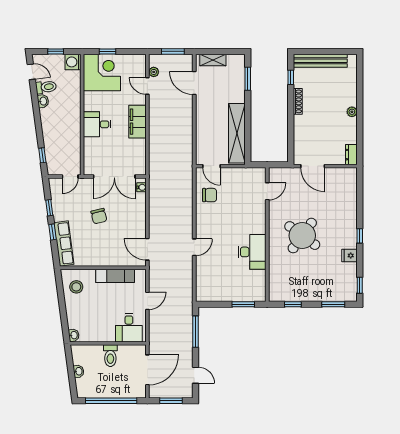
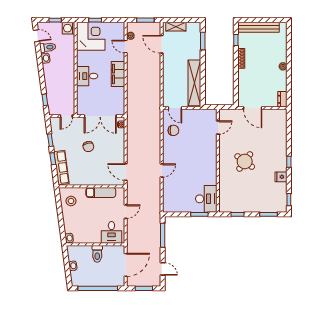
round table: (302, 236) -> (245, 161), width x0.73, depth x0.73
desk: (252, 252) -> (206, 199), moved

